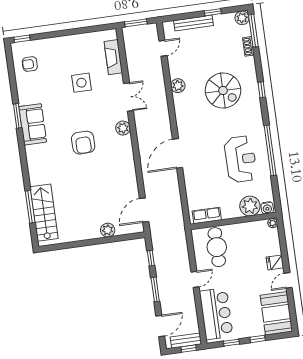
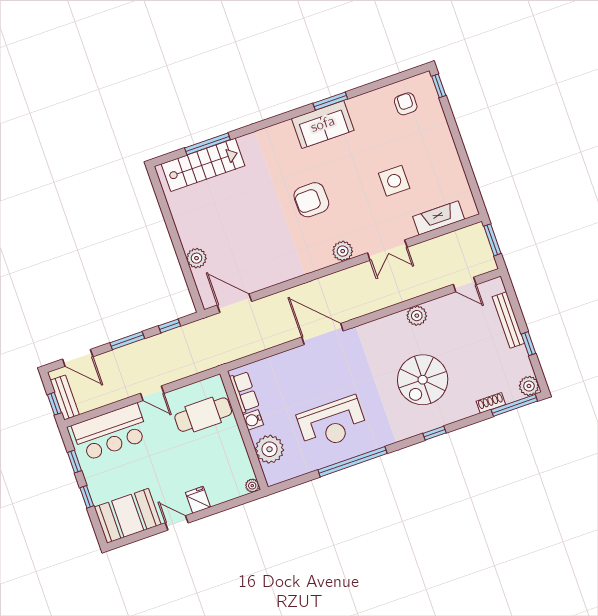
water cooler: (267, 208) -> (253, 420), moved

